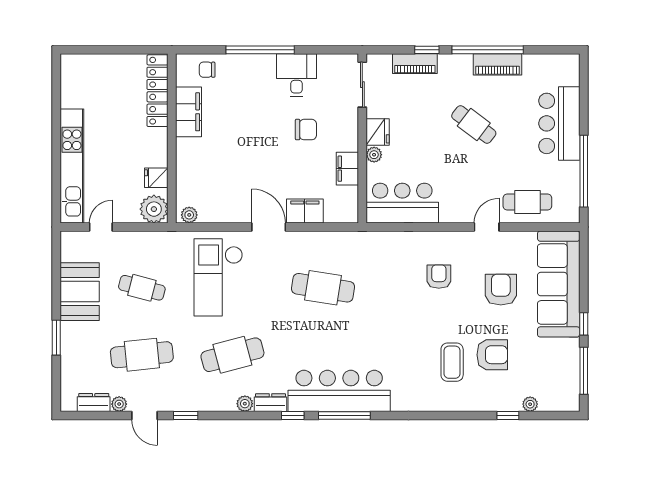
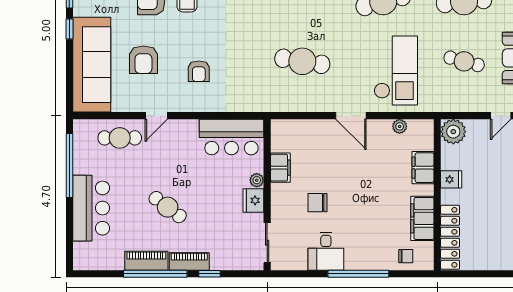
piano: (415, 64) -> (189, 261), moved
fridge: (156, 178) -> (451, 179), moved
filing cabinet: (305, 211) -> (423, 168), moved, turned 90
plant: (189, 215) -> (400, 126), moved

